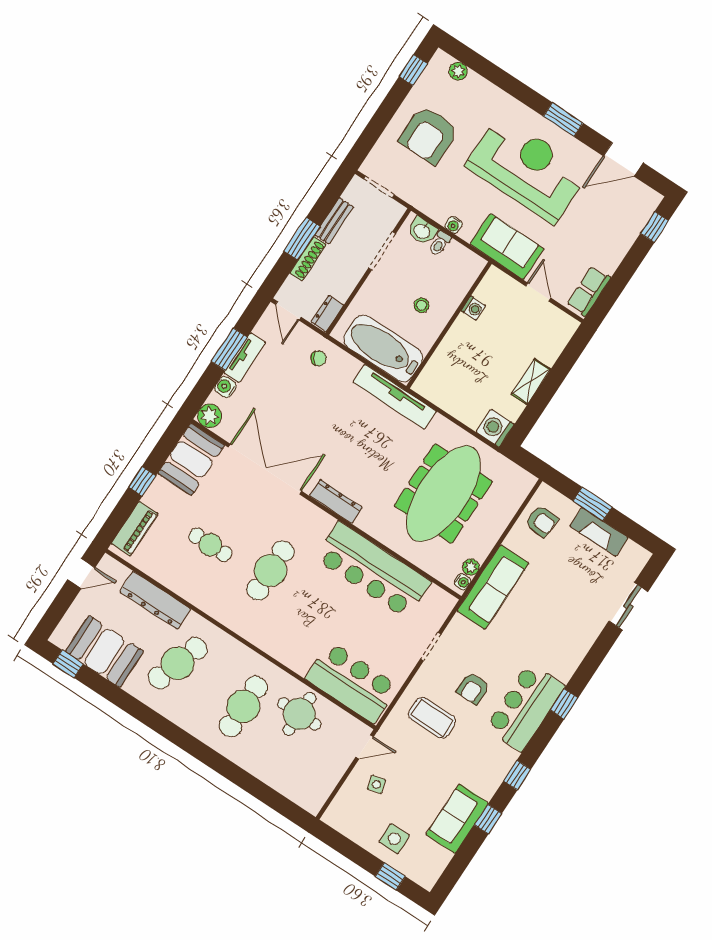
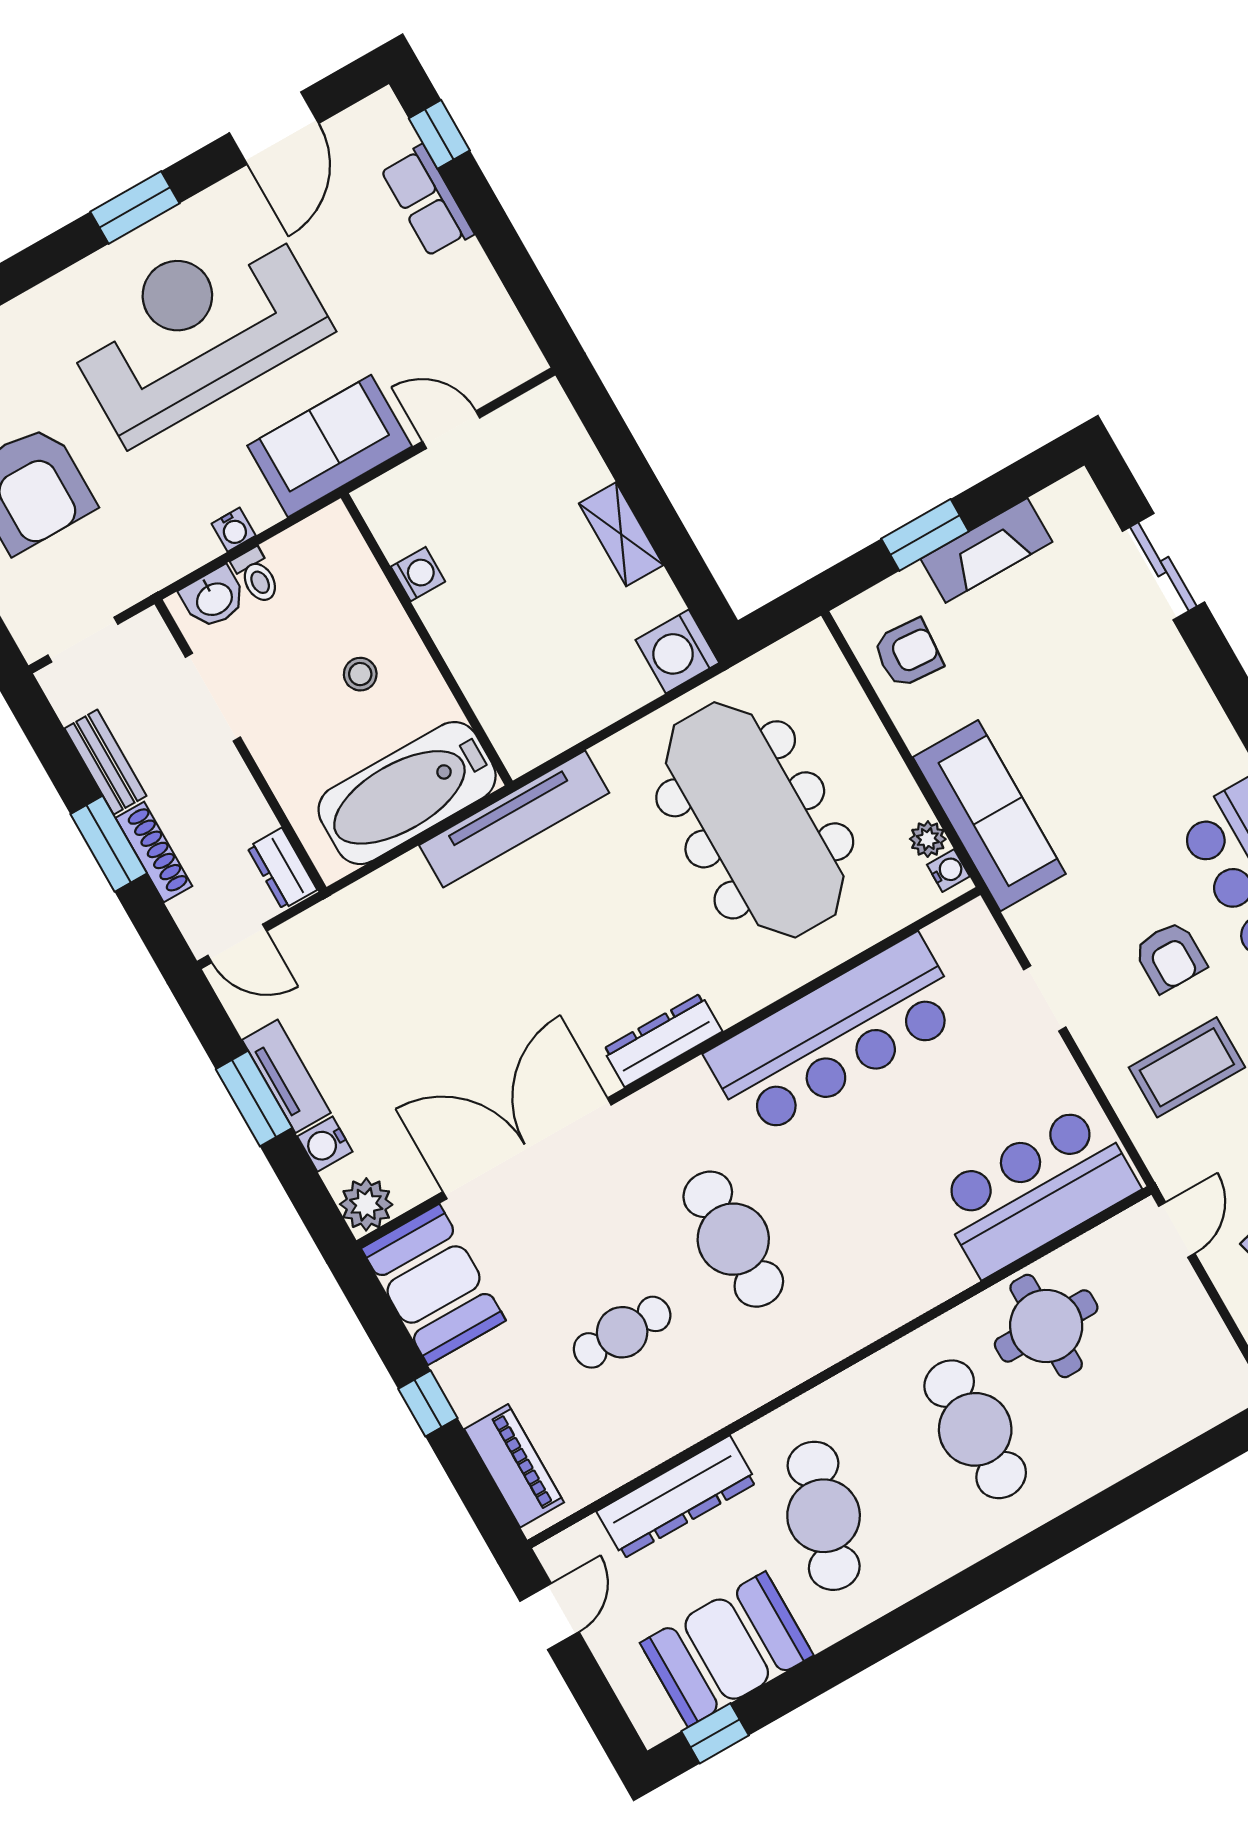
row of seats: (589, 291) -> (427, 201), moved
chair: (319, 358) -> (362, 931), removed

